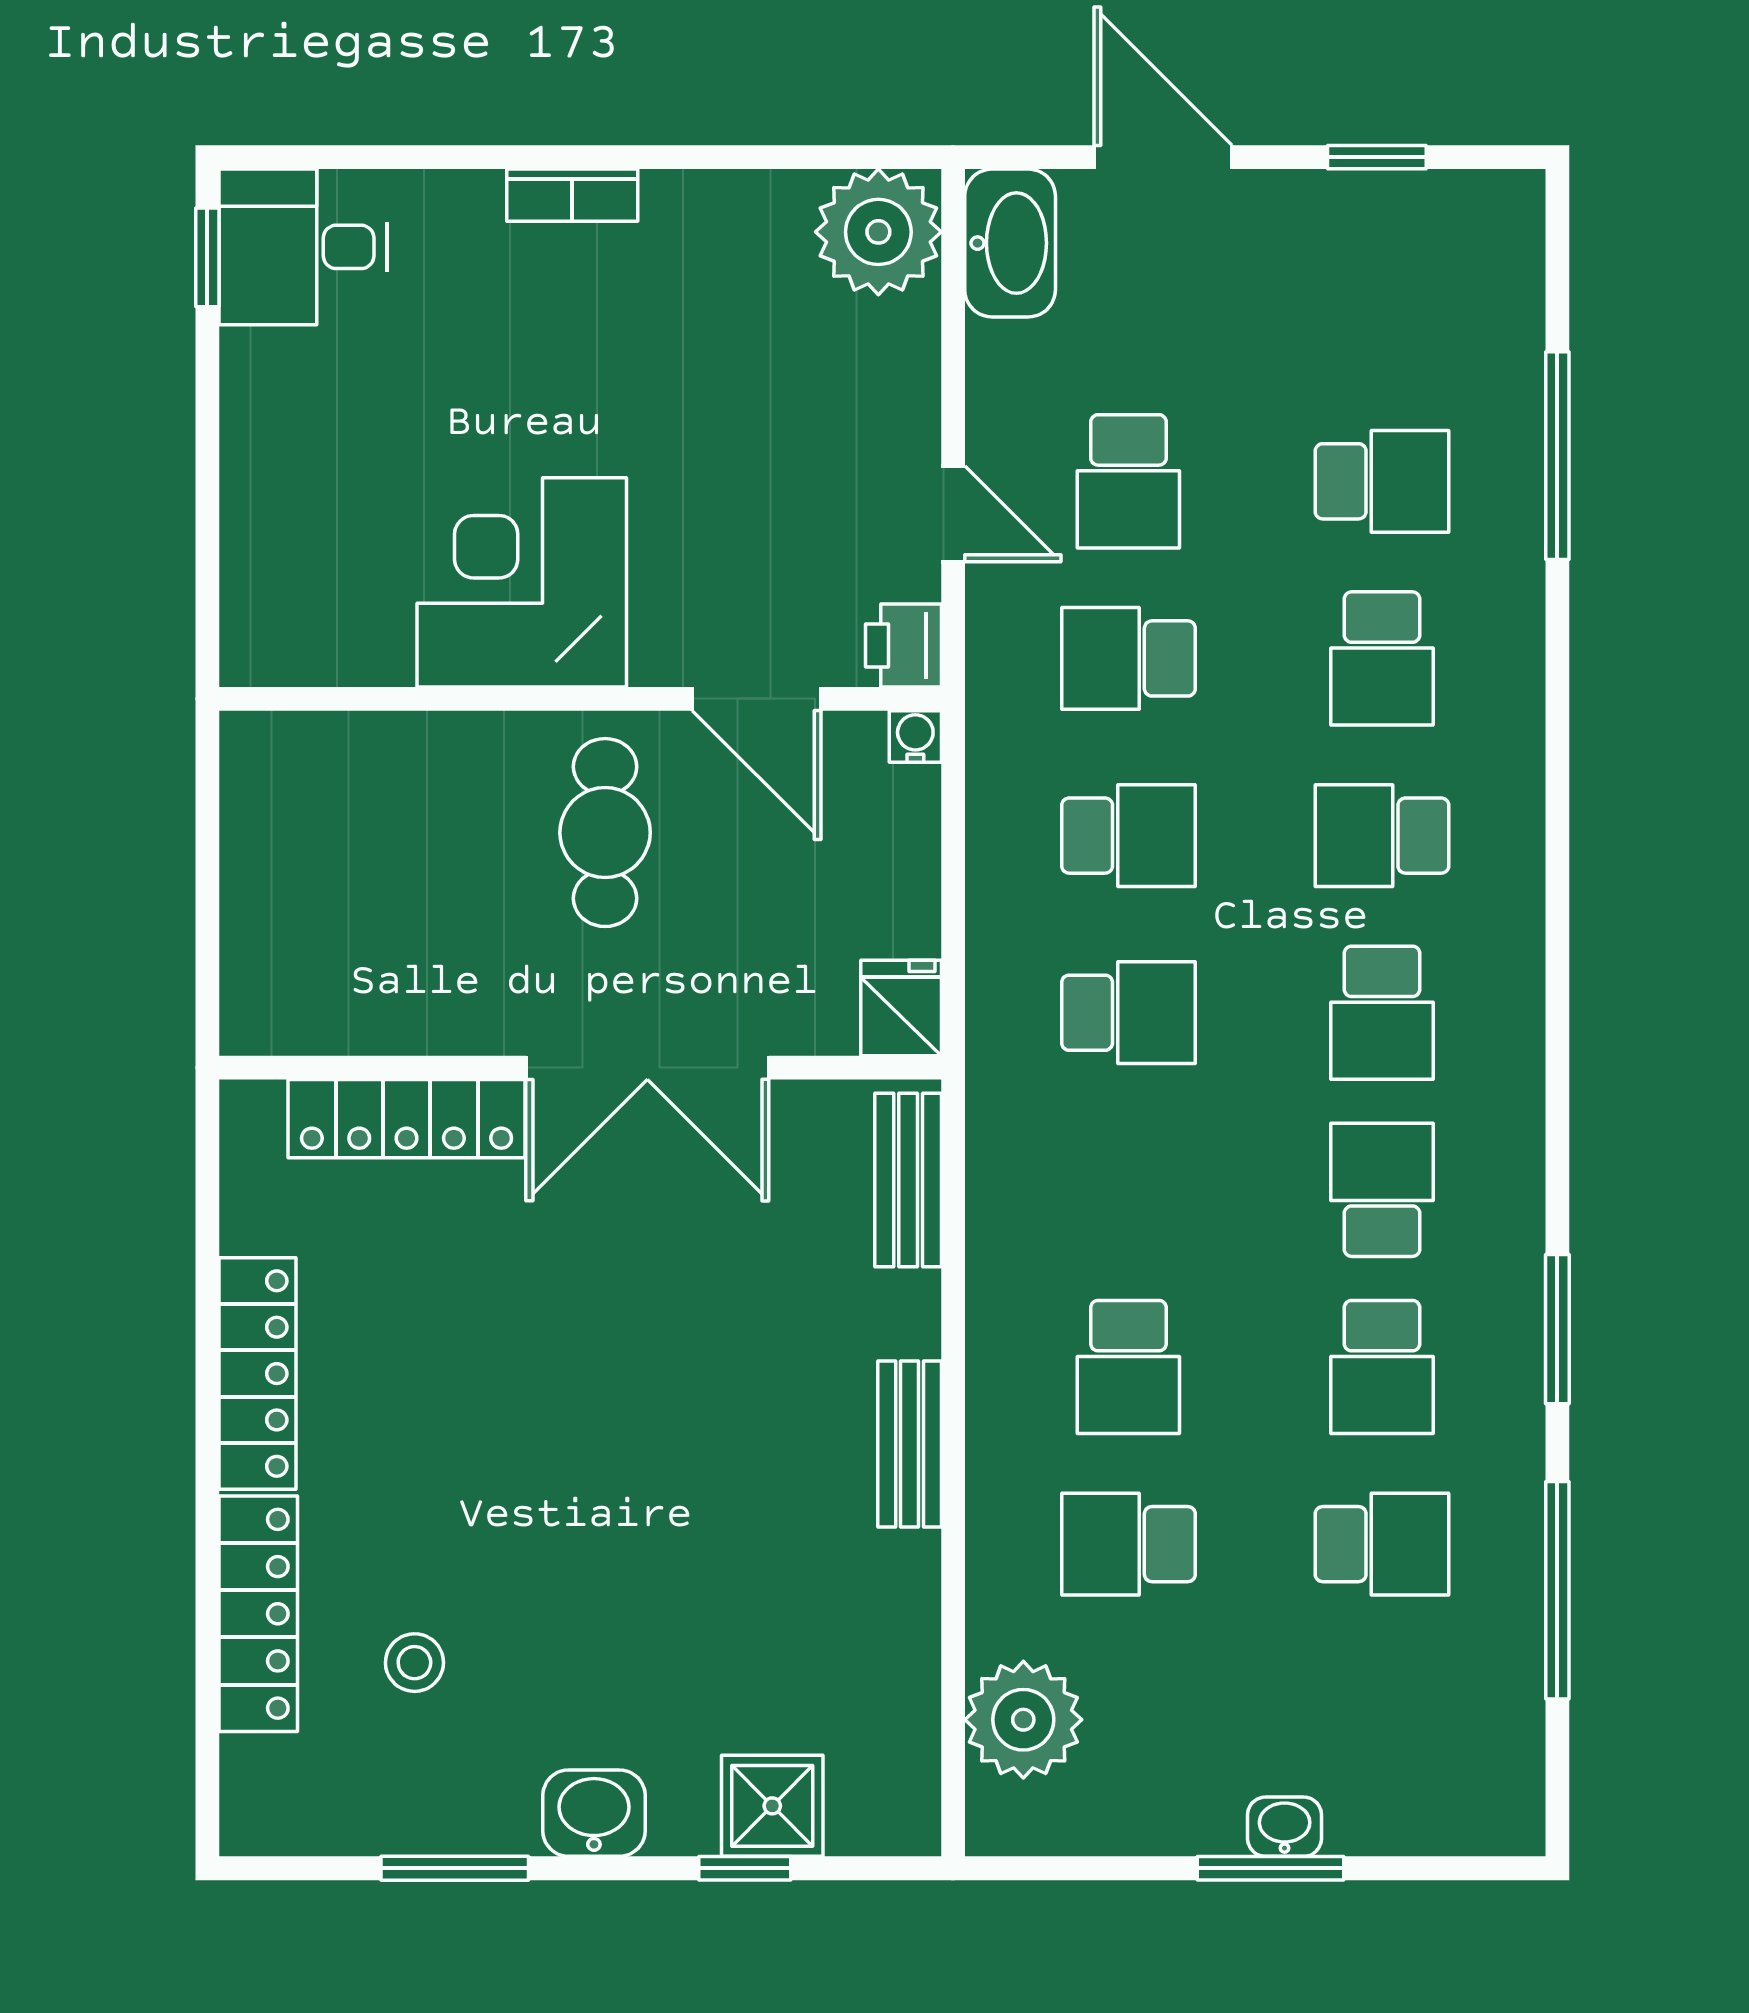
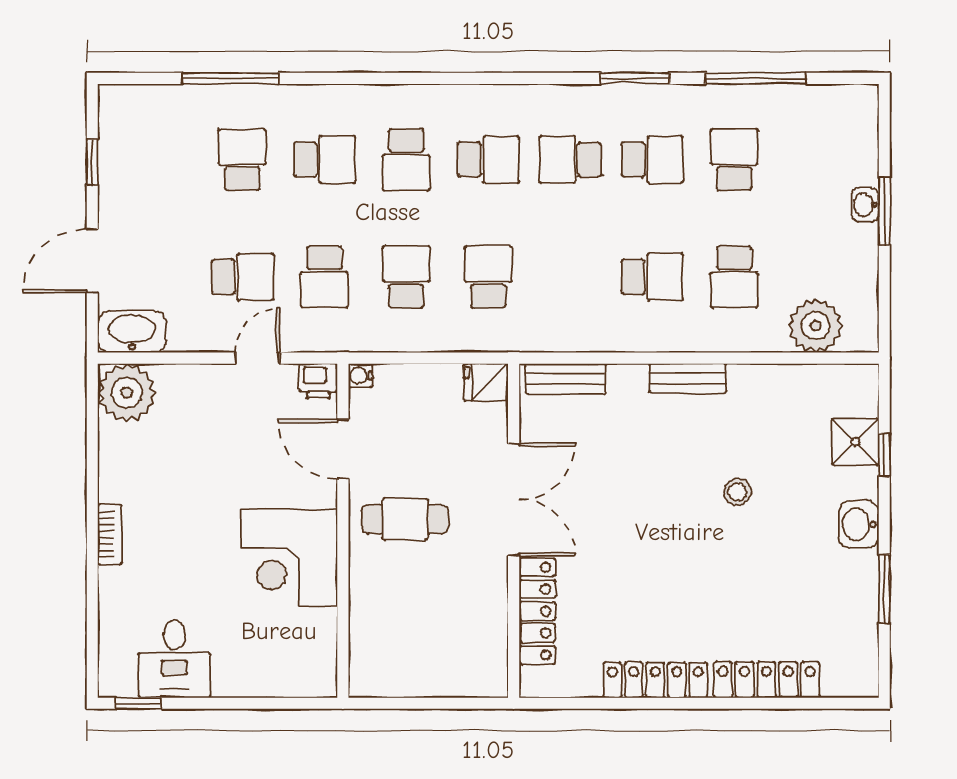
desk: (303, 247) -> (174, 659), moved
door: (757, 699) -> (343, 449), swing flipped
stool: (414, 1663) -> (737, 492), moved

